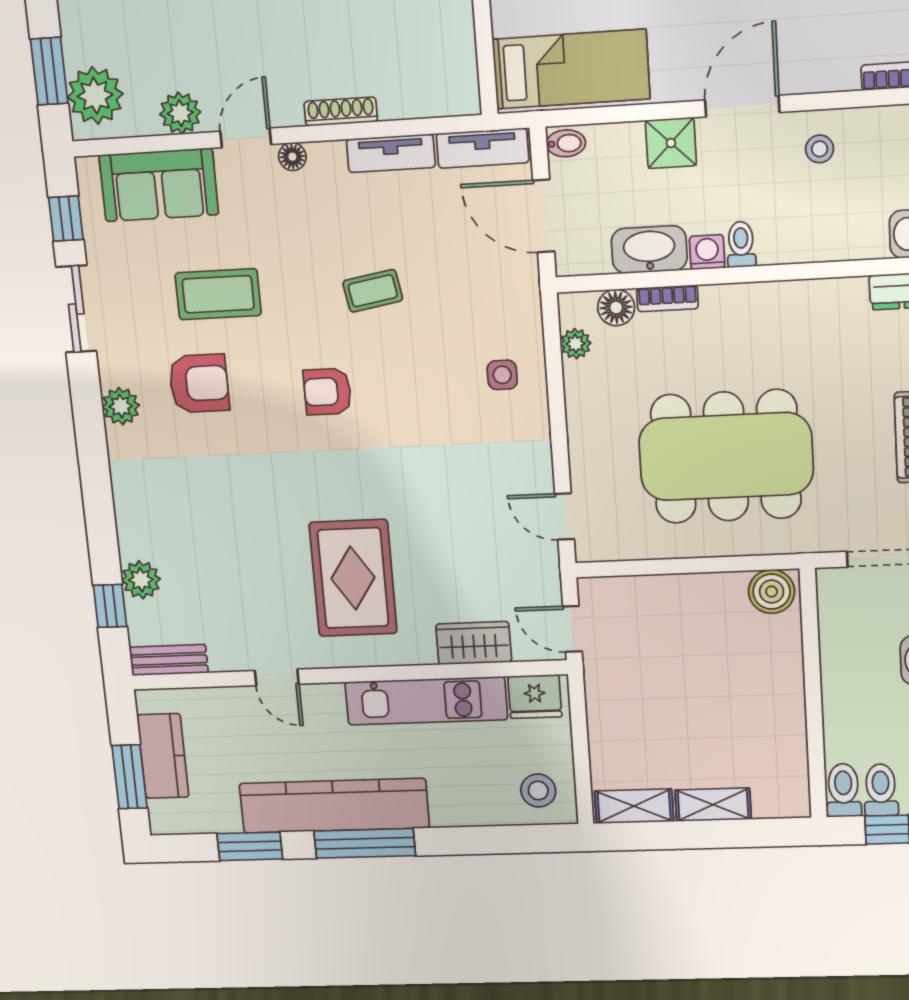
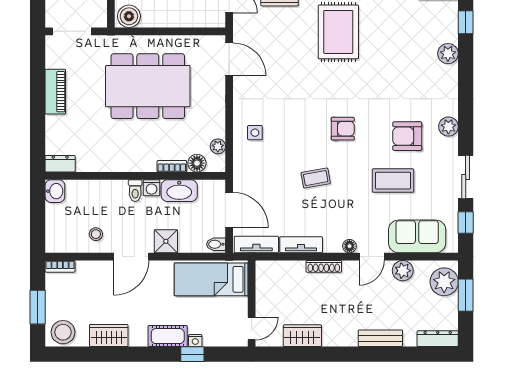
door: (564, 516) -> (229, 59), width x1.37
plant: (141, 580) -> (448, 54), moved

